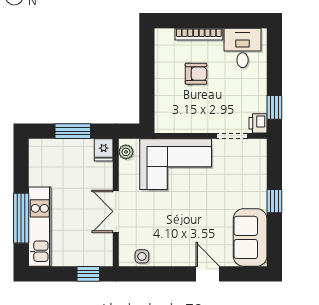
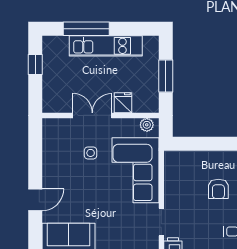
fridge: (104, 150) -> (123, 103), moved, turned 90
kitchen unit: (40, 227) -> (106, 46), moved
side table: (142, 256) -> (91, 153), moved
window: (88, 274) -> (35, 64), moved

